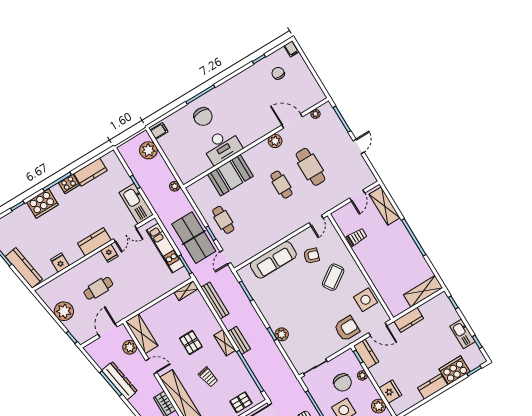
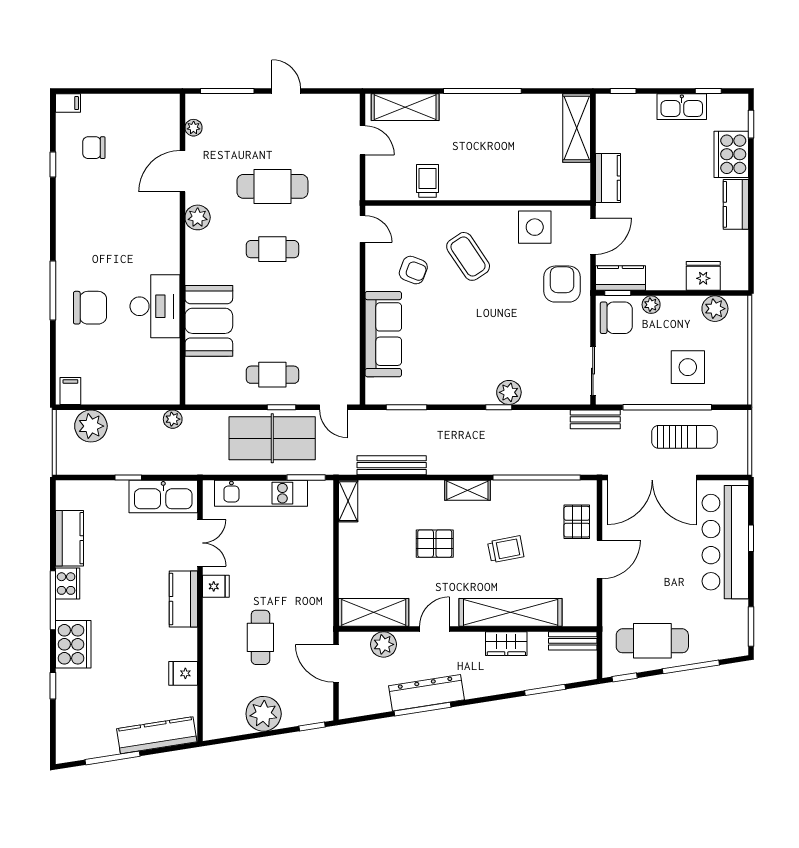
armchair: (311, 256) -> (413, 270), turned 93
bench: (239, 340) -> (595, 419), moved
chair: (342, 382) -> (616, 318), moved

